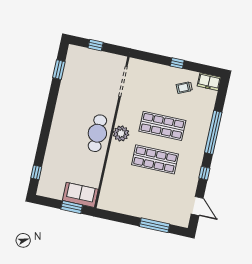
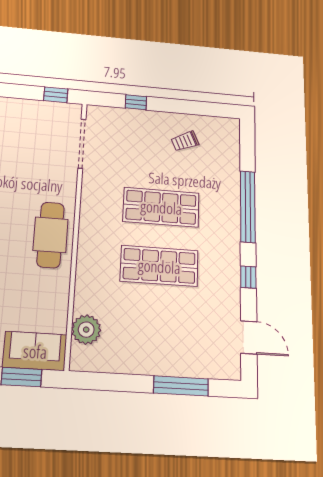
window: (96, 45) -> (56, 95), moved
window: (177, 63) -> (136, 102), moved
freezer: (209, 82) -> (223, 127), removed
plant: (121, 133) -> (86, 330), moved

